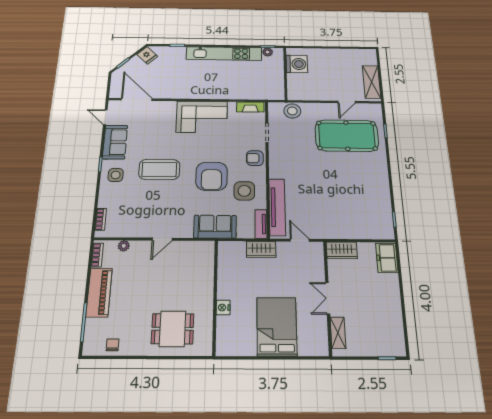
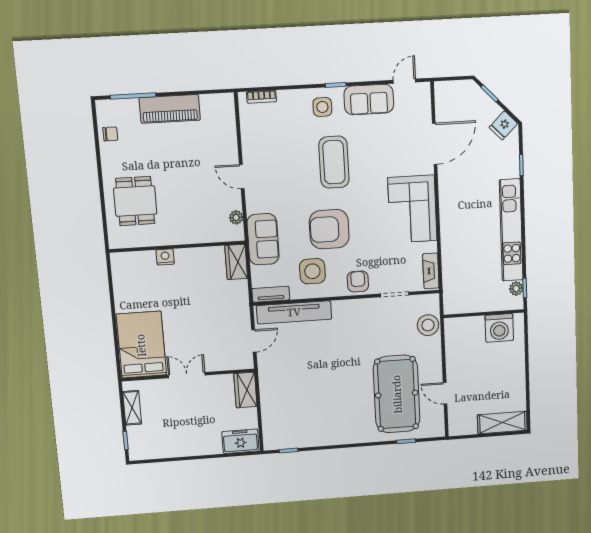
shelving: (372, 82) -> (502, 423), moved
door: (137, 99) -> (435, 144), moved
plant: (124, 246) -> (236, 217), moved
wardrobe: (261, 249) -> (236, 262), moved
bookcase: (97, 255) -> (215, 100), removed
bed: (277, 327) -> (141, 345), moved, turned -90
shelving: (338, 333) -> (132, 408), moved, turned 90

